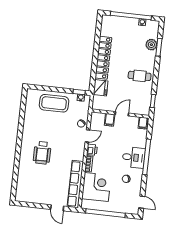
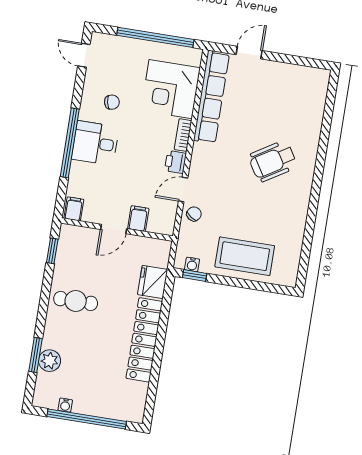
wheelchair: (42, 153) -> (273, 161), turned -122
door: (57, 208) -> (249, 53), hinge flipped

